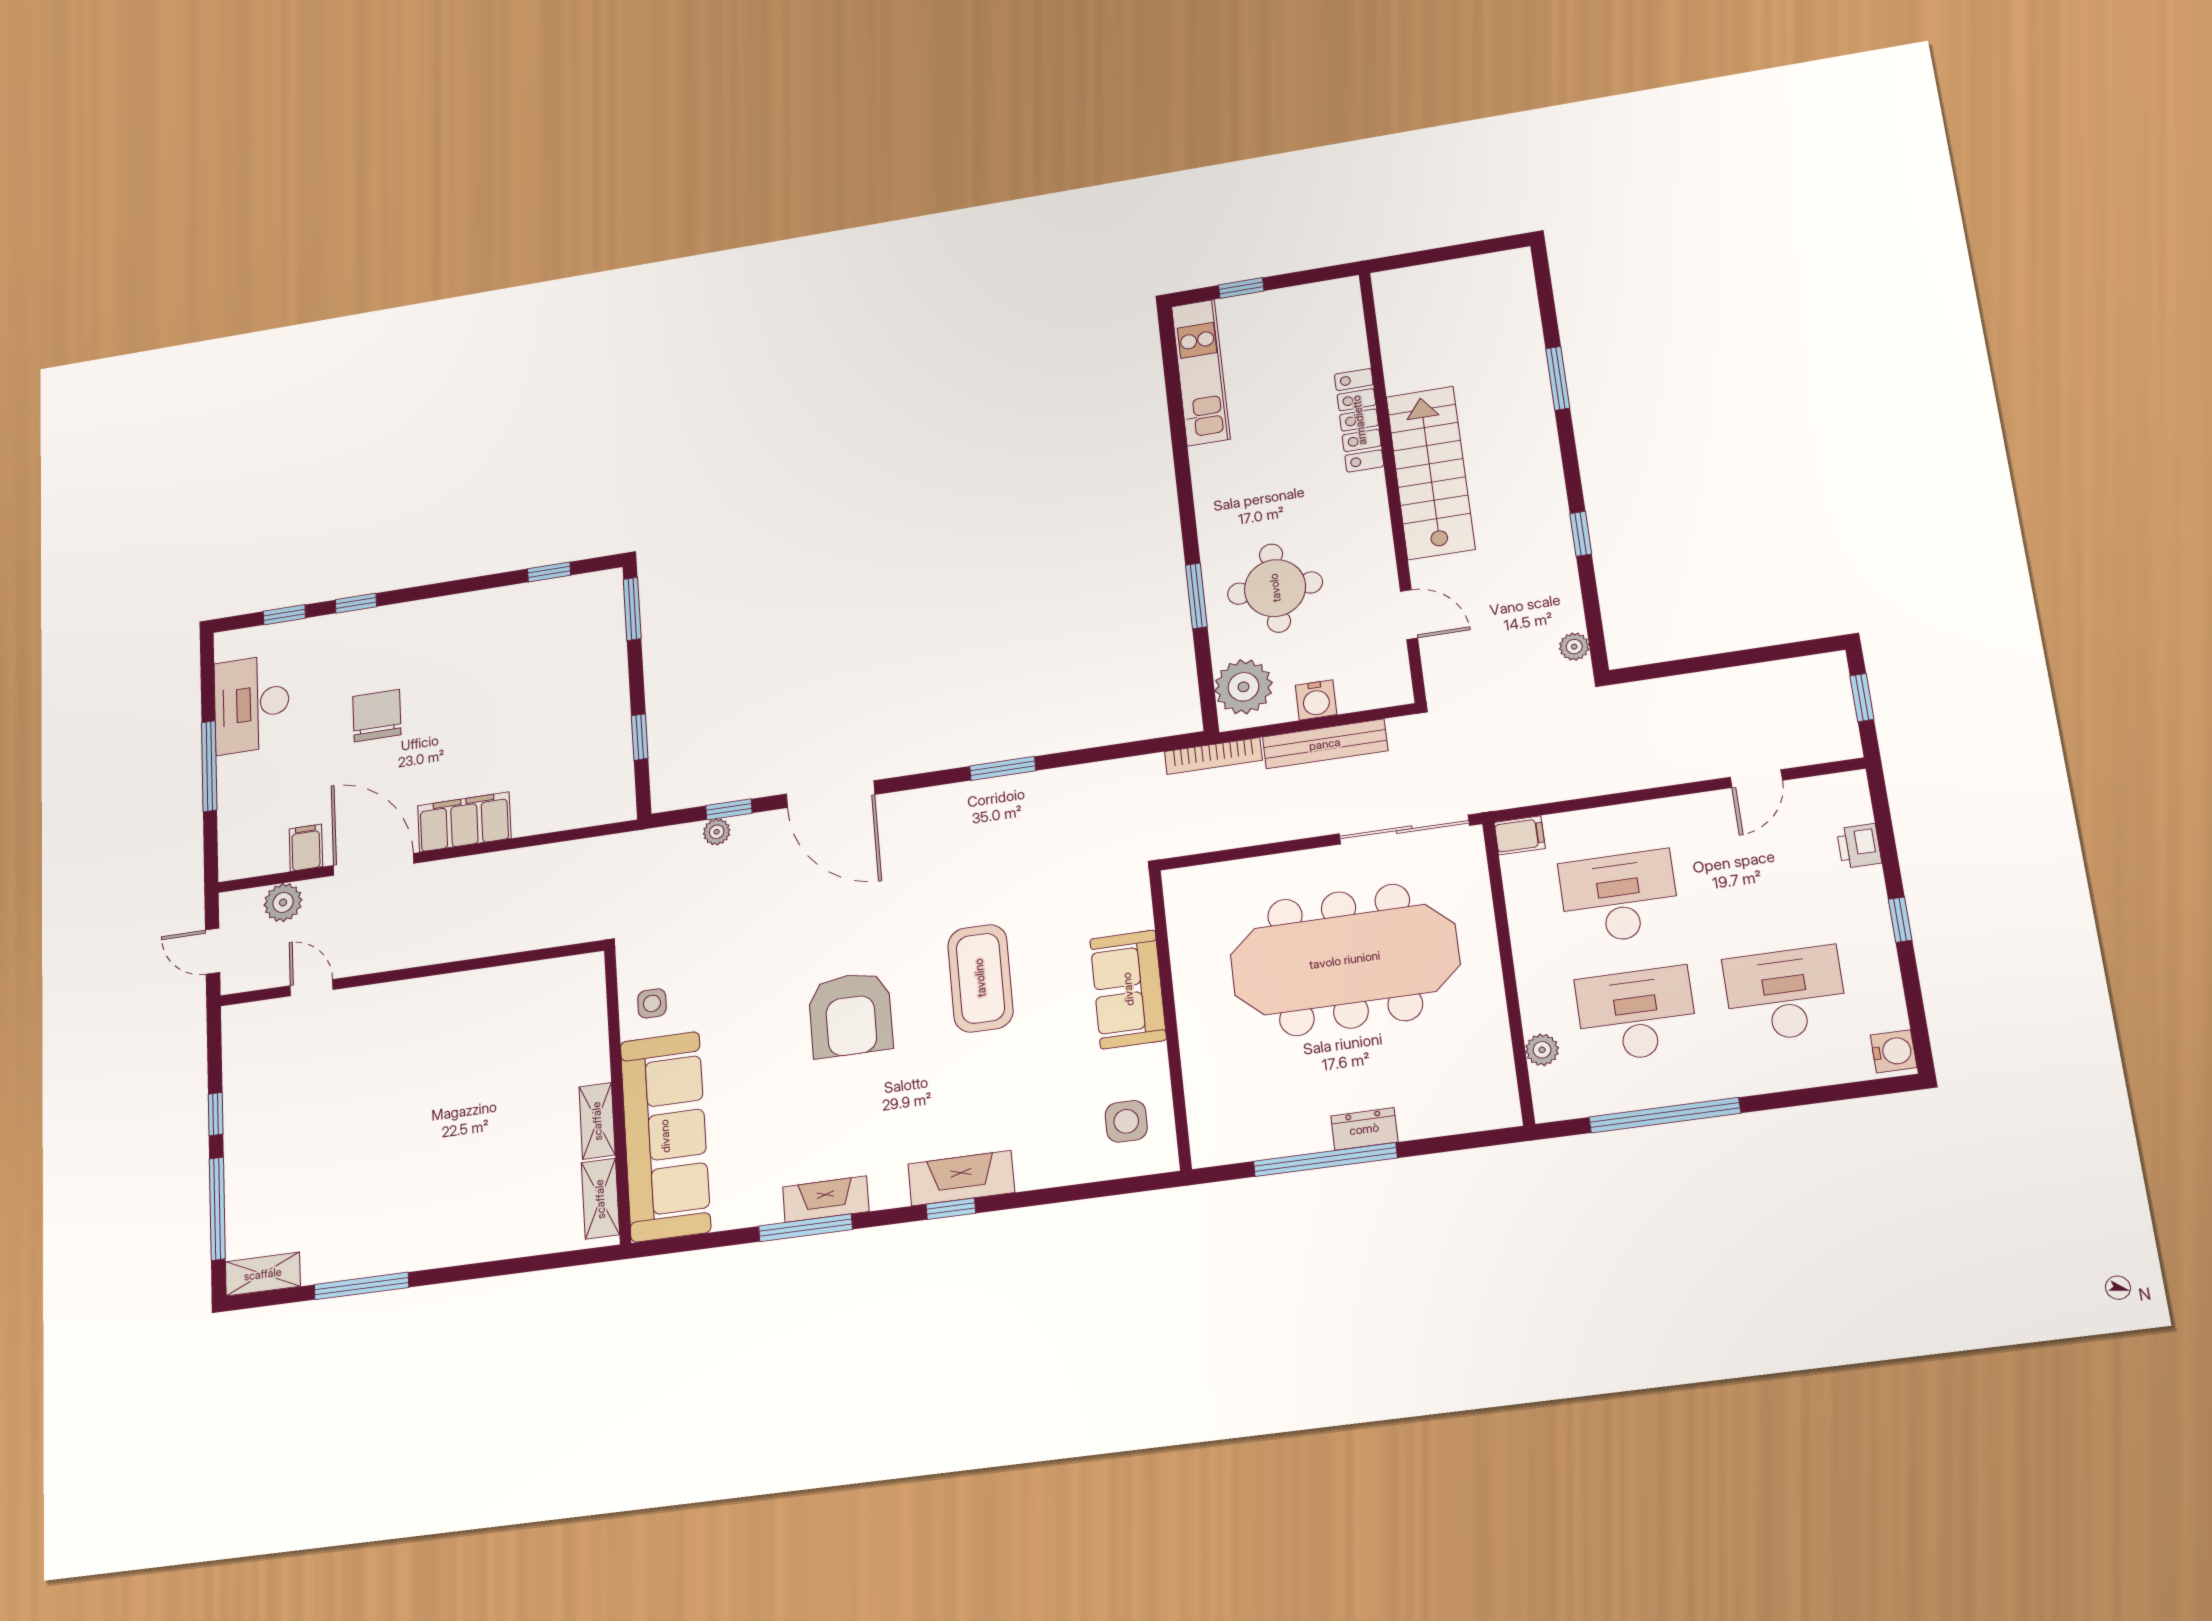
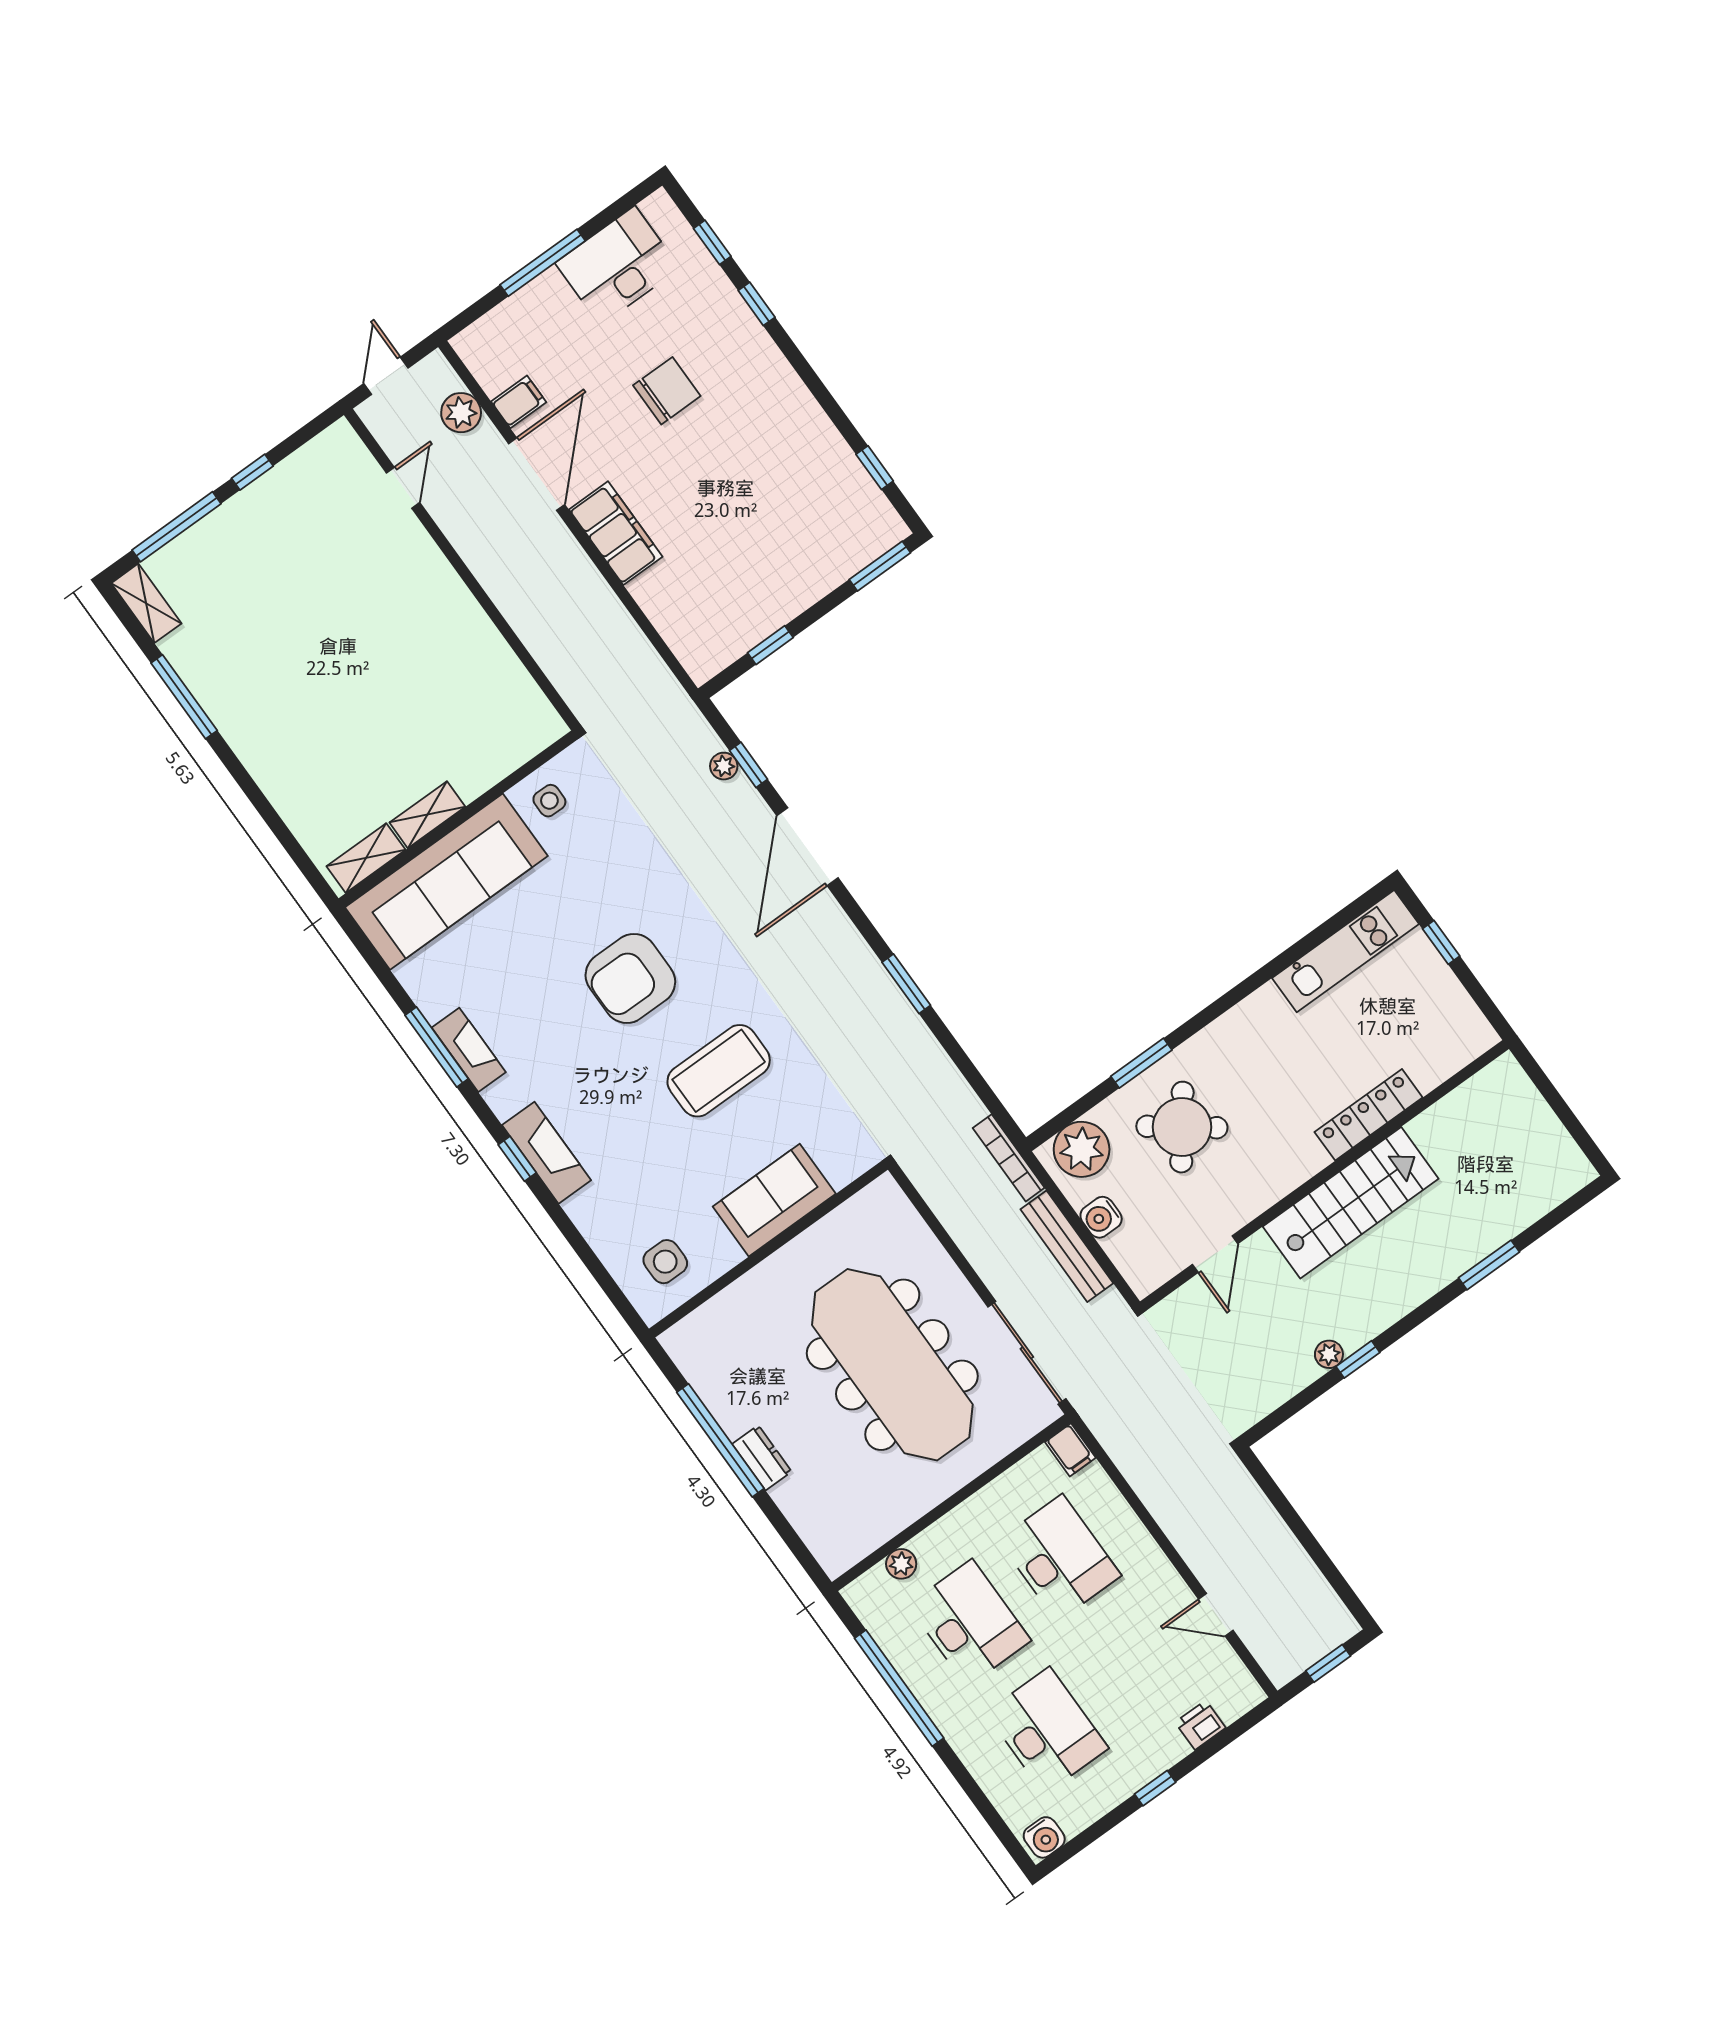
round table: (1275, 588) -> (1182, 1127), turned 37
plant: (1574, 647) -> (1329, 1354), moved

